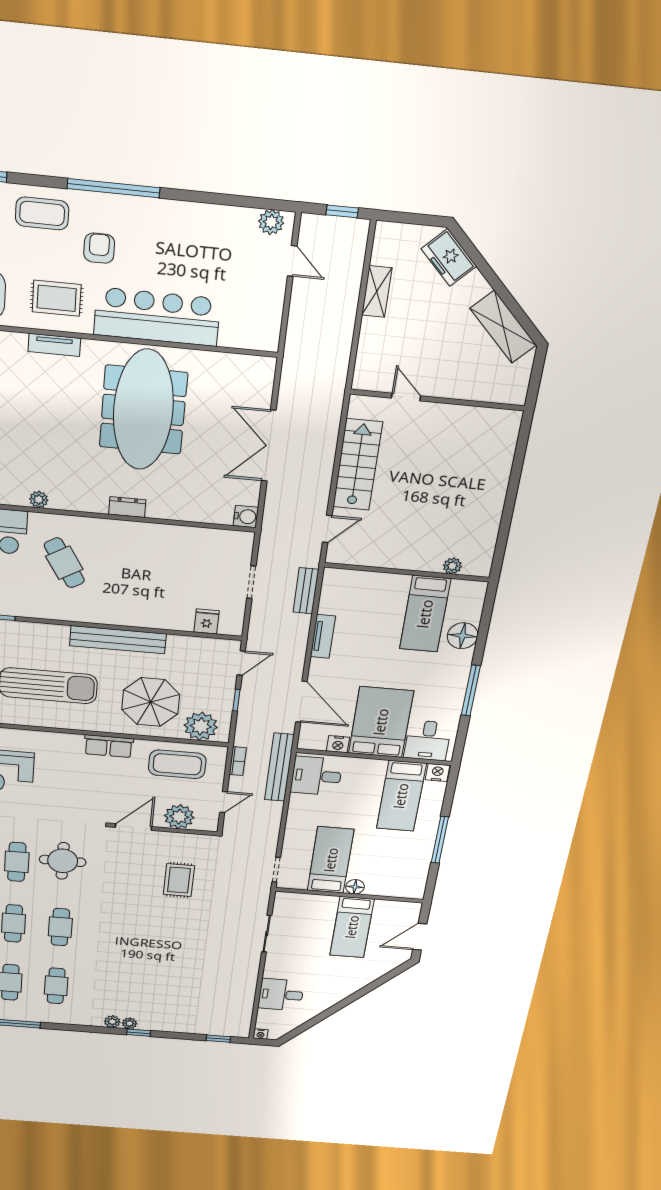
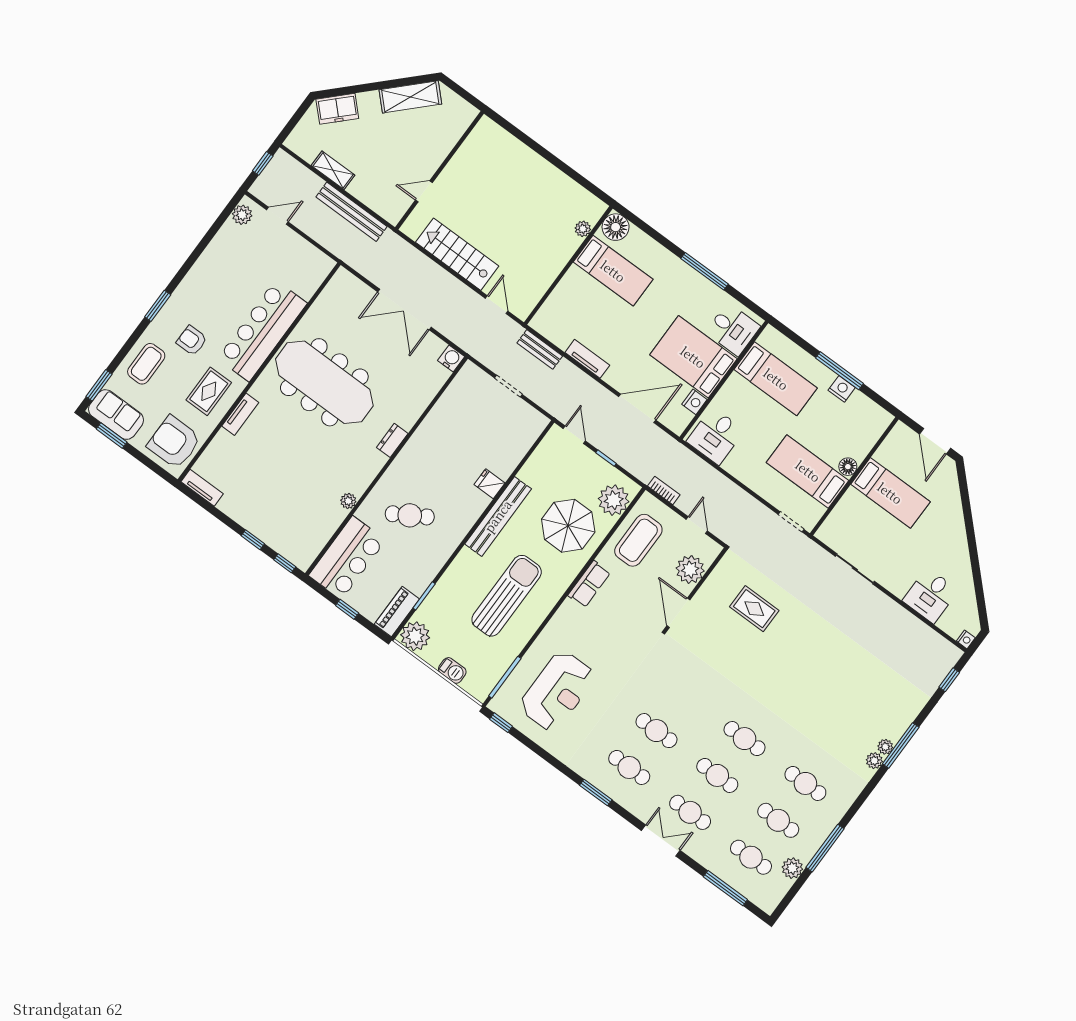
window: (114, 188) -> (158, 306), width x0.47
fridge: (206, 621) -> (490, 484), moved
floor lamp: (463, 636) -> (616, 227), moved
bench: (279, 767) -> (352, 212), moved
nightstand: (437, 773) -> (842, 389), moved, turned 90
round table: (63, 861) -> (678, 692), removed
window: (139, 1033) -> (901, 746), width x2.17

